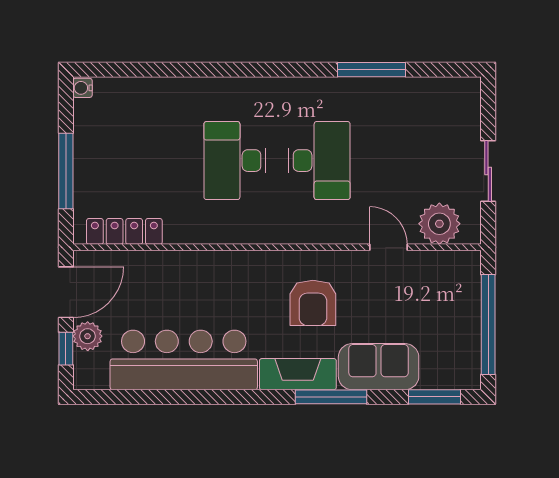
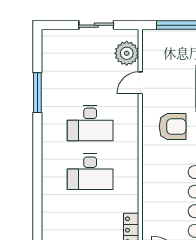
desk: (319, 161) -> (90, 123), turned 180

